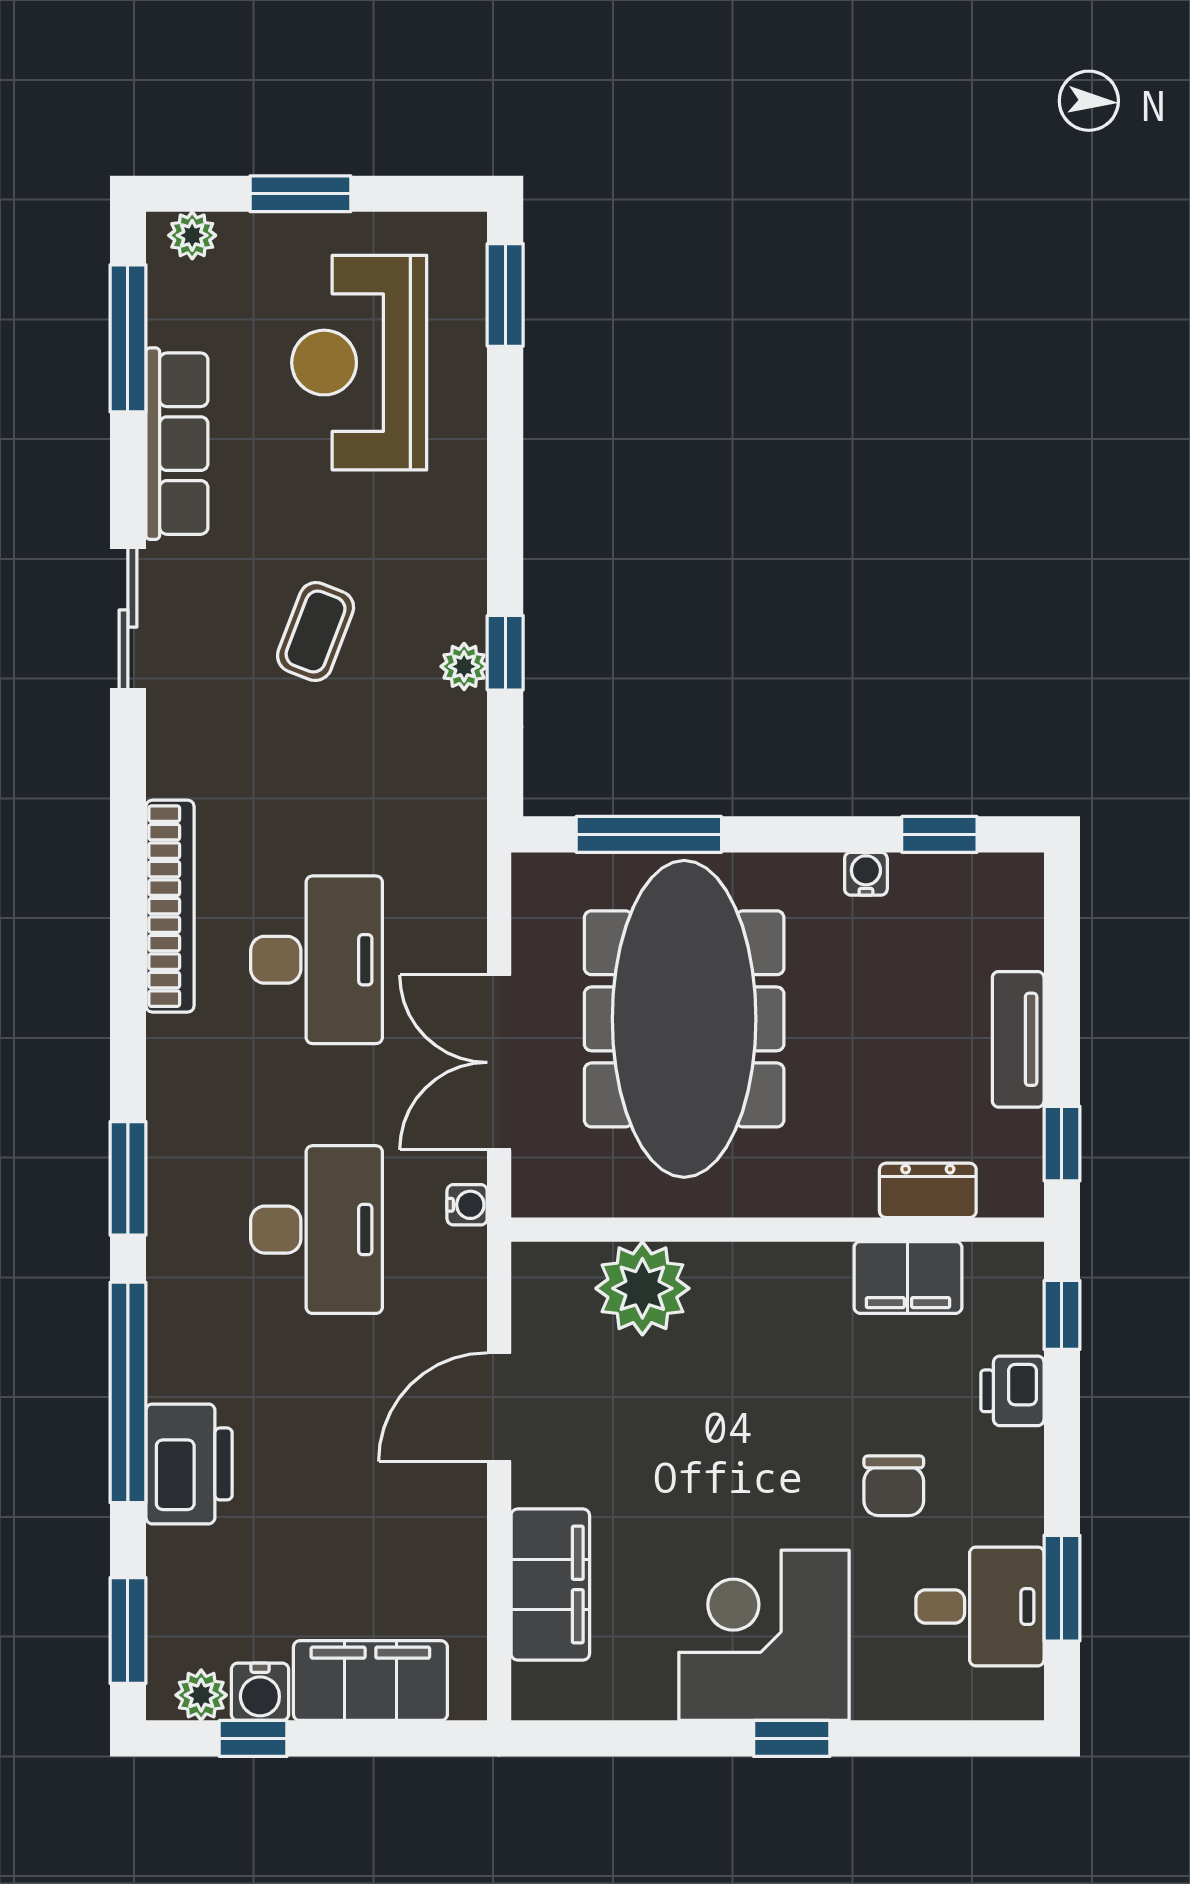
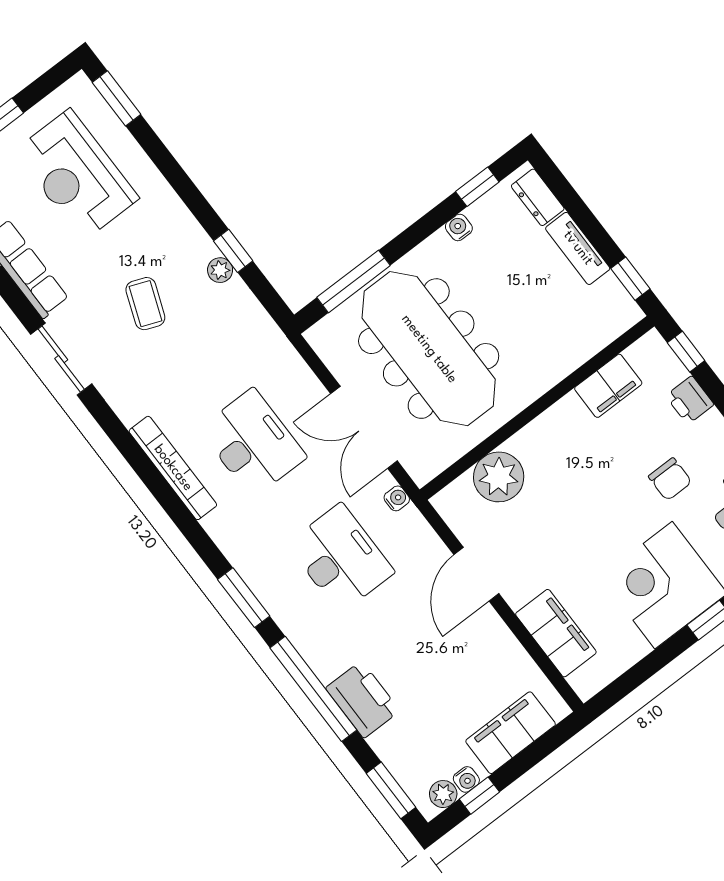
dresser: (928, 1190) -> (538, 197), moved, turned -90
water cooler: (260, 1692) -> (466, 779), width x0.72, depth x0.72

